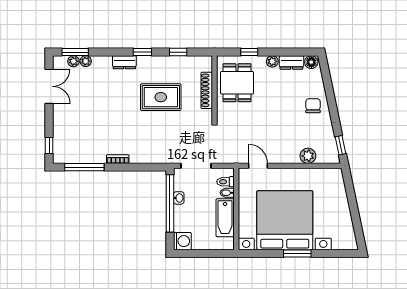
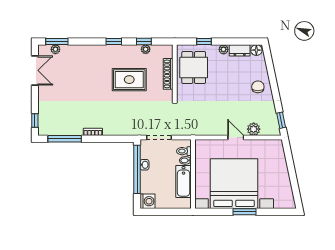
plant: (86, 61) -> (146, 49), moved
dresser: (124, 62) -> (99, 50), removed
door: (258, 166) -> (236, 138), moved

